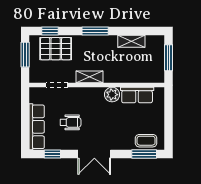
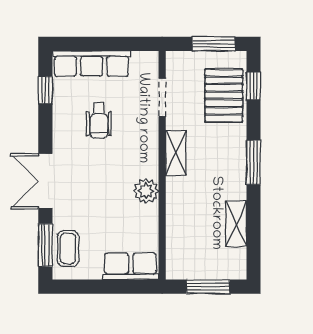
row of seats: (137, 95) -> (131, 266), moved, turned 90
double door: (94, 154) -> (45, 181), moved

